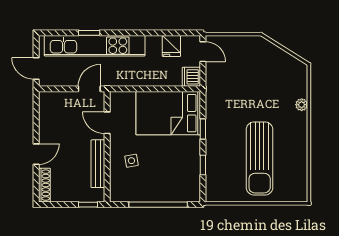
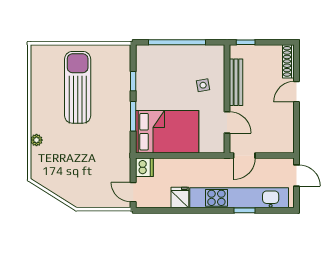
fridge: (171, 46) -> (180, 198), moved
window: (203, 129) -> (133, 116), width x1.50

